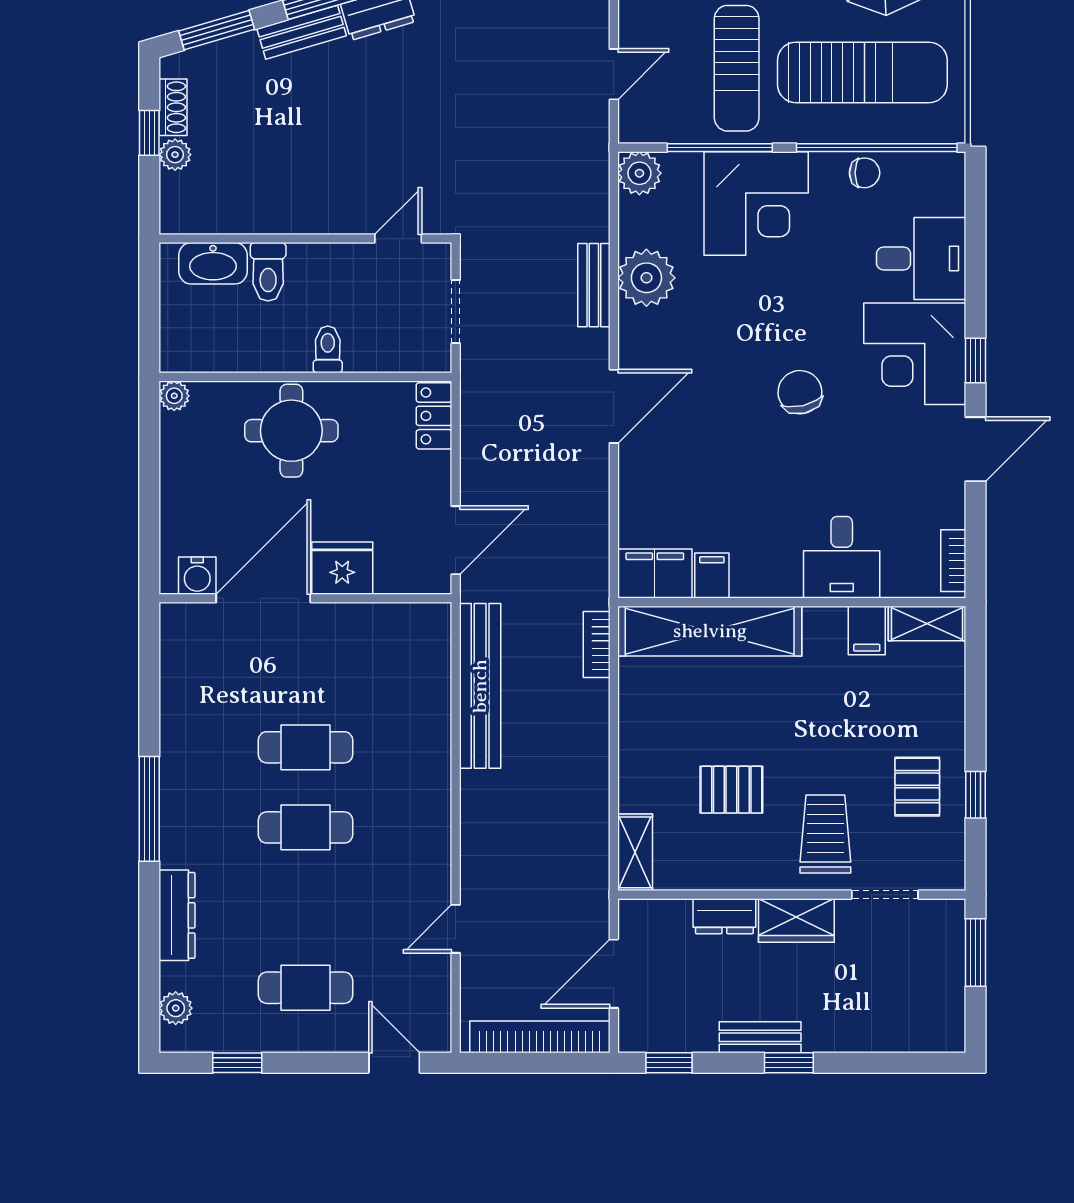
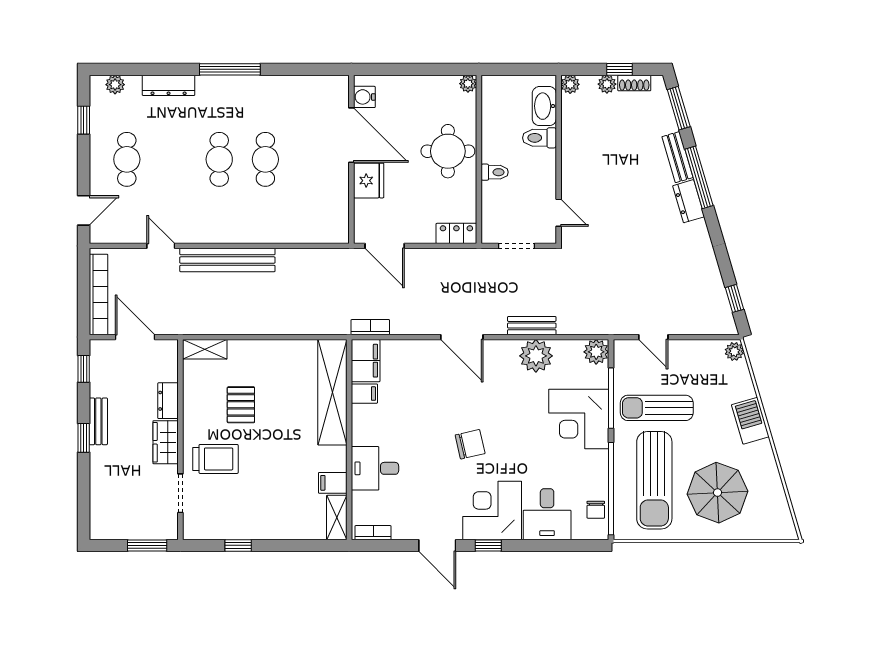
chair: (865, 173) -> (596, 510), moved
plant: (175, 218) -> (570, 84), added
bookcase: (597, 644) -> (370, 327), moved
bench: (480, 686) -> (227, 260), moved
pallet: (917, 787) -> (243, 512), removed

